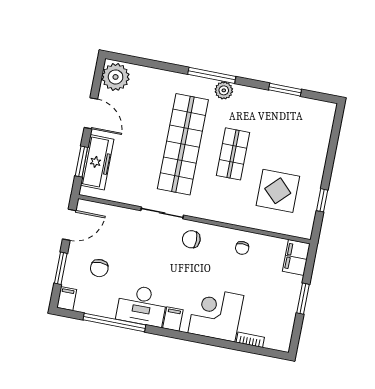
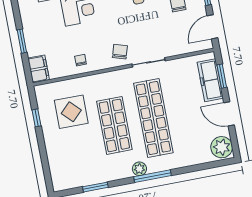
shop shelf: (233, 154) -> (114, 125), width x1.43, depth x1.36
chair: (191, 239) -> (120, 52), turned -73

